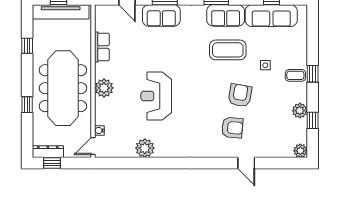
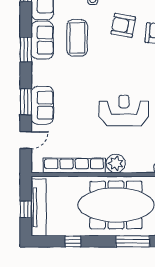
row of seats: (102, 47) -> (74, 166), width x2.02
reception desk: (156, 96) -> (124, 110), turned 180
window: (27, 105) -> (133, 241), width x2.17

